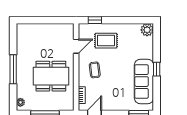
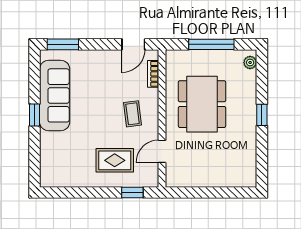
plant: (147, 30) -> (50, 177), removed
window: (13, 69) -> (262, 115), width x0.46
dining table: (51, 76) -> (202, 104), turned 90

